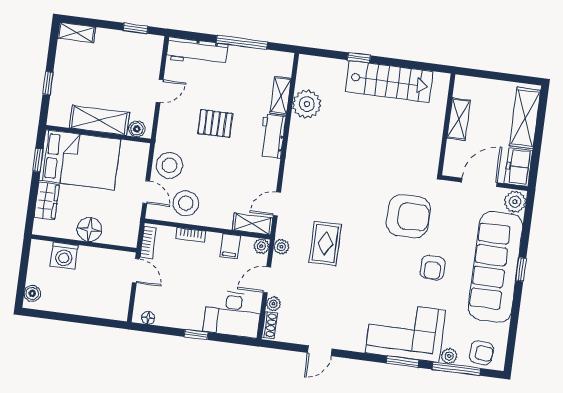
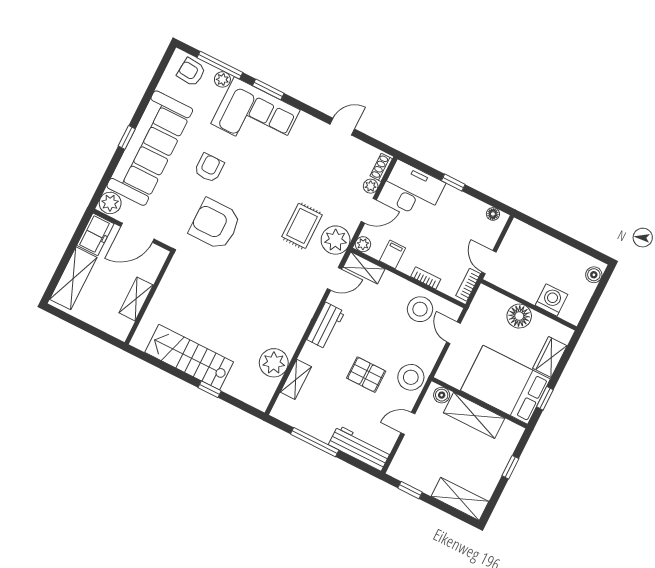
shelving: (77, 33) -> (460, 499), width x1.50, depth x1.33
workbench: (272, 136) -> (326, 326), moved
stool: (169, 165) -> (411, 377), moved
plant: (281, 247) -> (336, 240), width x1.88, depth x1.88

